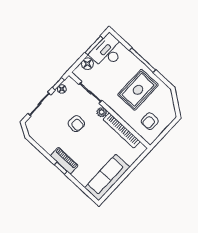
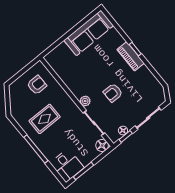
desk: (108, 52) -> (67, 165), width x0.73
floor lamp: (87, 64) -> (102, 145), moved
rug: (138, 90) -> (45, 119), width x0.73, depth x0.70
armchair: (76, 124) -> (113, 93), turned -95
bookcase: (122, 130) -> (67, 79), removed

